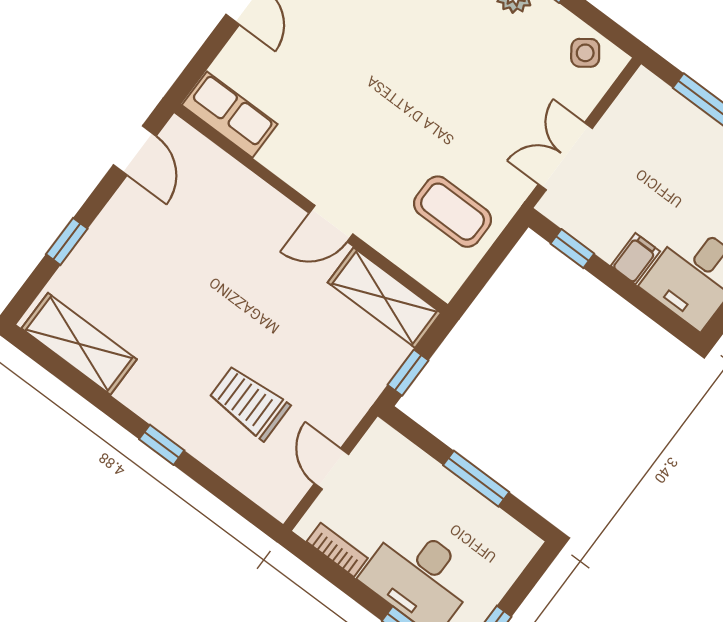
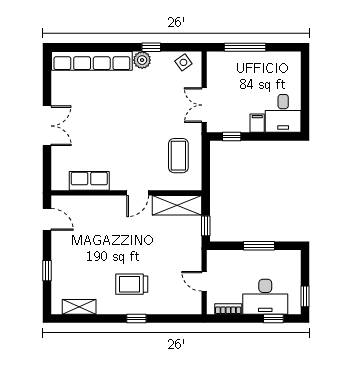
row of seats: (230, 115) -> (89, 181), moved
coffee table: (453, 212) -> (178, 156), turned 90
shelving: (79, 344) -> (79, 307), width x0.67, depth x0.75
trolley: (249, 403) -> (132, 284), moved

